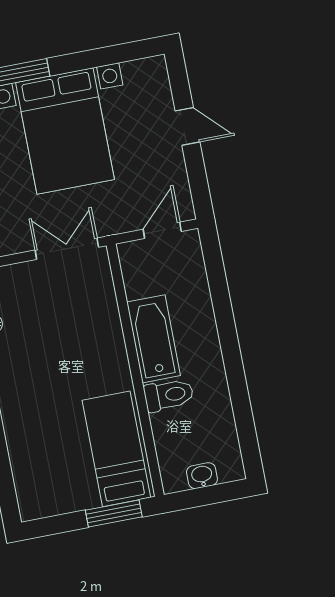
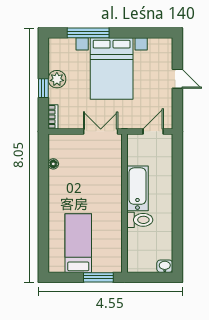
bed: (116, 449) -> (78, 243), moved
washbasin: (202, 476) -> (165, 266), moved

